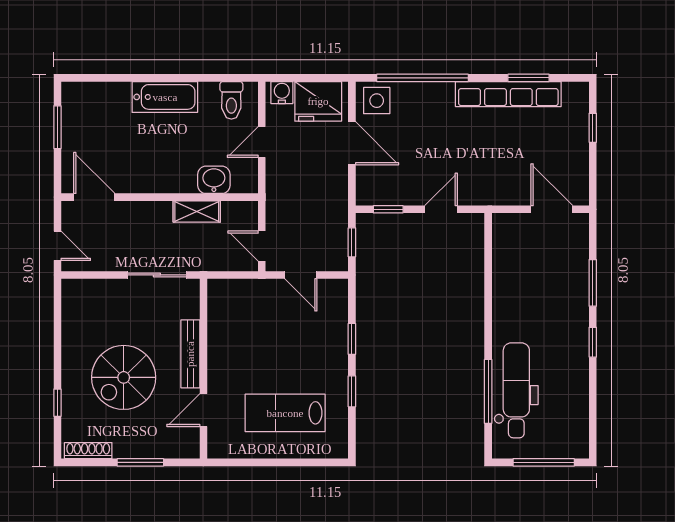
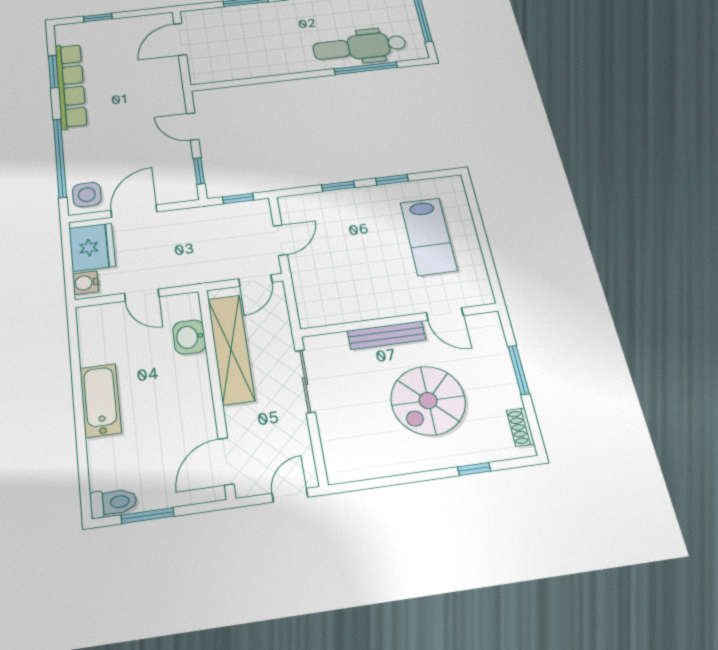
toilet: (231, 100) -> (113, 503), moved
shelving: (197, 211) -> (231, 349), width x2.20, depth x1.33
spiral stairs: (124, 377) -> (428, 400), turned 90
shoe rack: (88, 451) -> (520, 427), width x0.70

